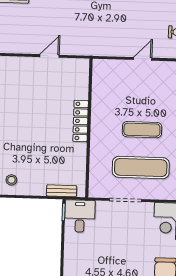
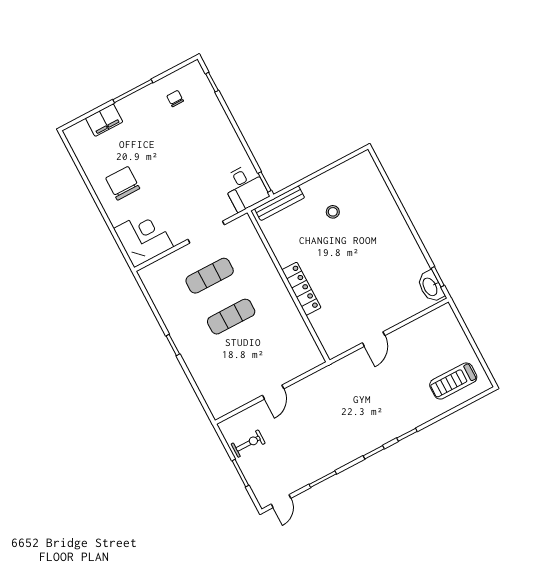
exercise mat: (141, 167) -> (210, 276), width x0.73, depth x0.69
stool: (11, 180) -> (333, 212), moved
bench: (62, 191) -> (280, 203), width x1.36

